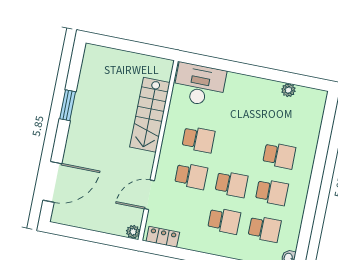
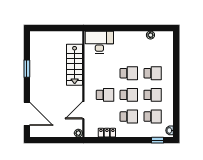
school desk: (198, 139) -> (129, 73), moved
door: (52, 182) -> (27, 114), hinge flipped
locker: (163, 237) -> (107, 133), moved

